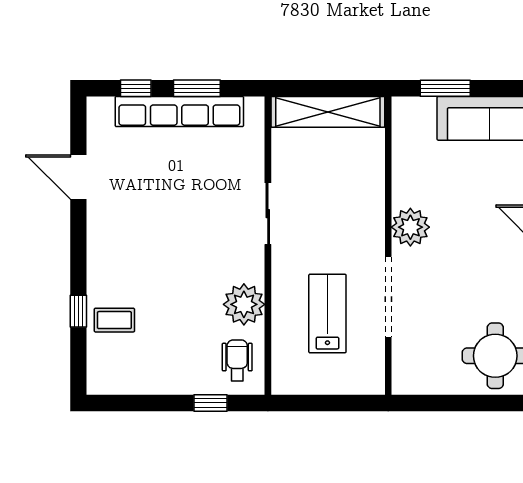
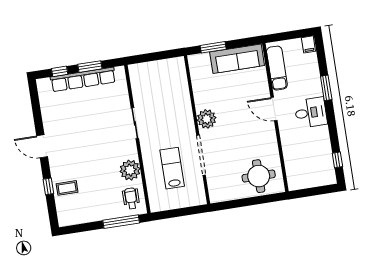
shelving: (328, 112) -> (157, 68), removed
door: (78, 177) -> (42, 146), moved
window: (210, 403) -> (121, 222), width x2.17

